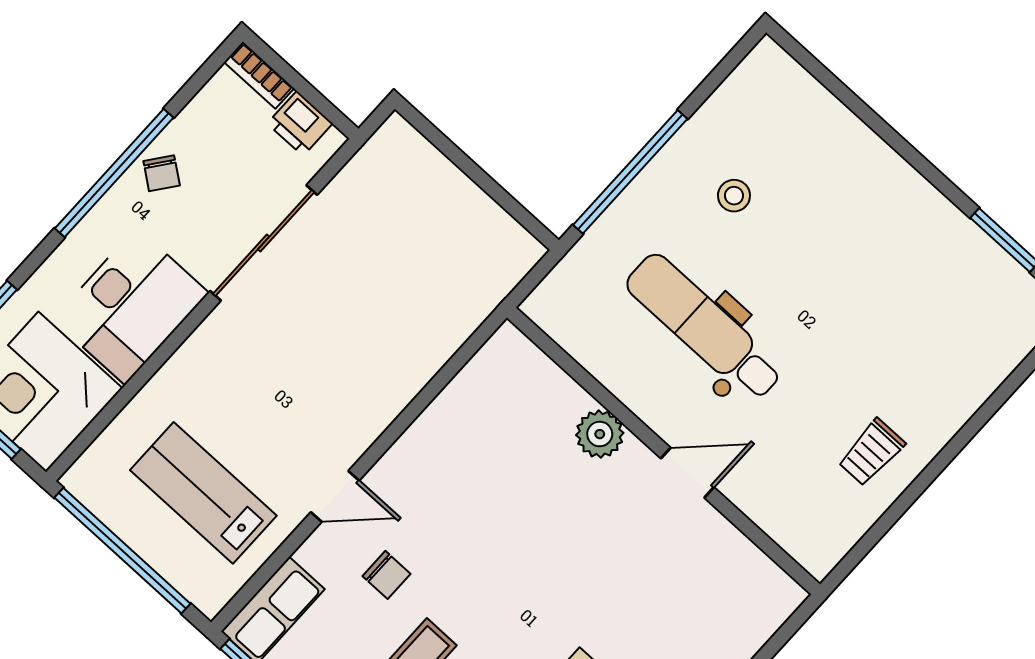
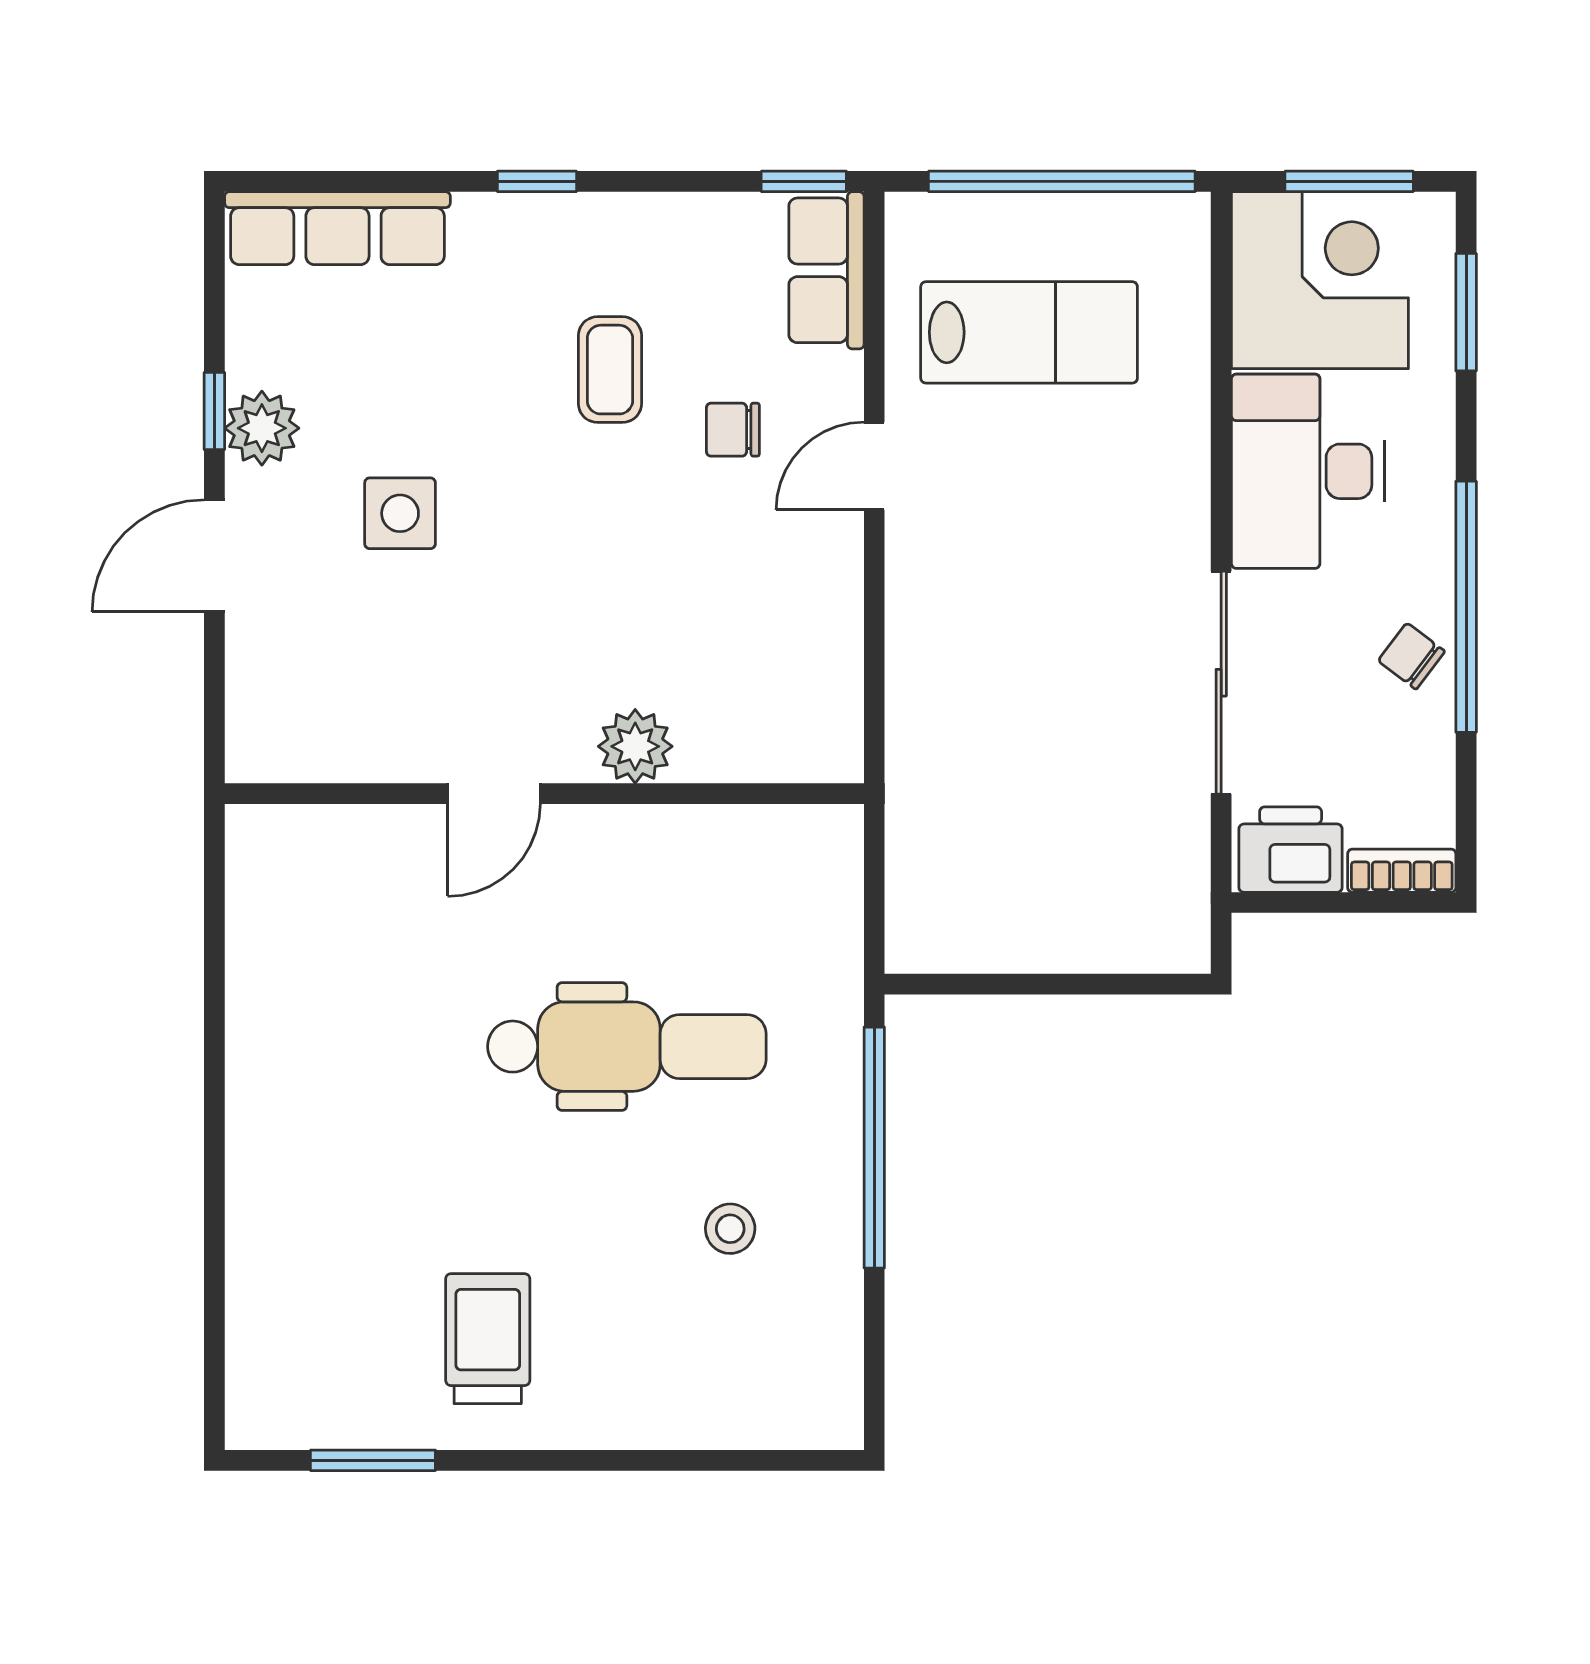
printer: (300, 123) -> (1291, 850), width x1.36, depth x1.24
plant: (600, 434) -> (635, 746), moved
wall: (663, 451) -> (544, 794), moved
trolley: (871, 452) -> (488, 1339), moved, width x1.36, depth x1.39
door: (687, 473) -> (494, 794), moved

